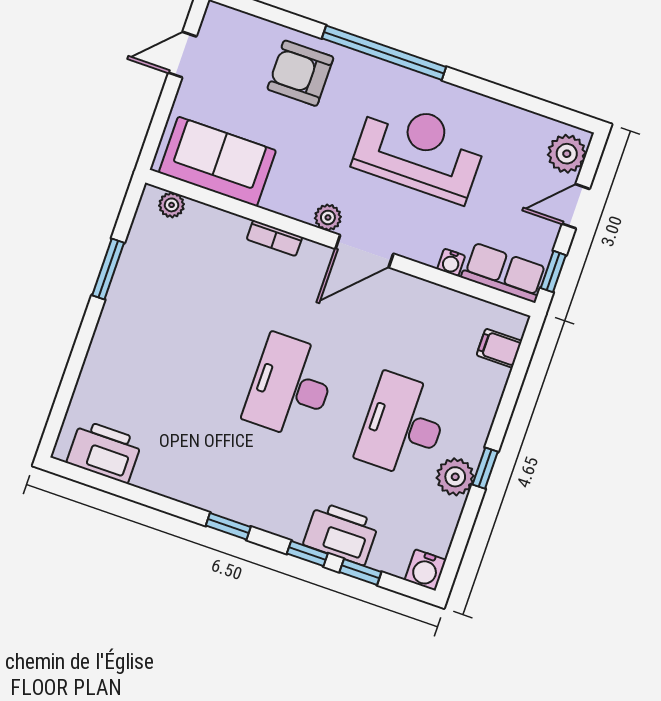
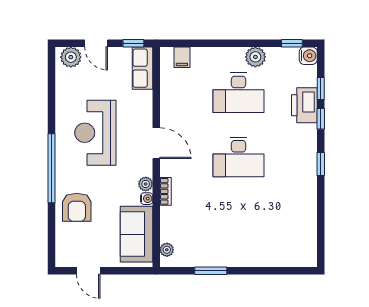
plant: (328, 217) -> (146, 184), moved
water cooler: (451, 262) -> (147, 199), moved
printer: (104, 452) -> (304, 240), removed
window: (485, 468) -> (292, 43), moved

